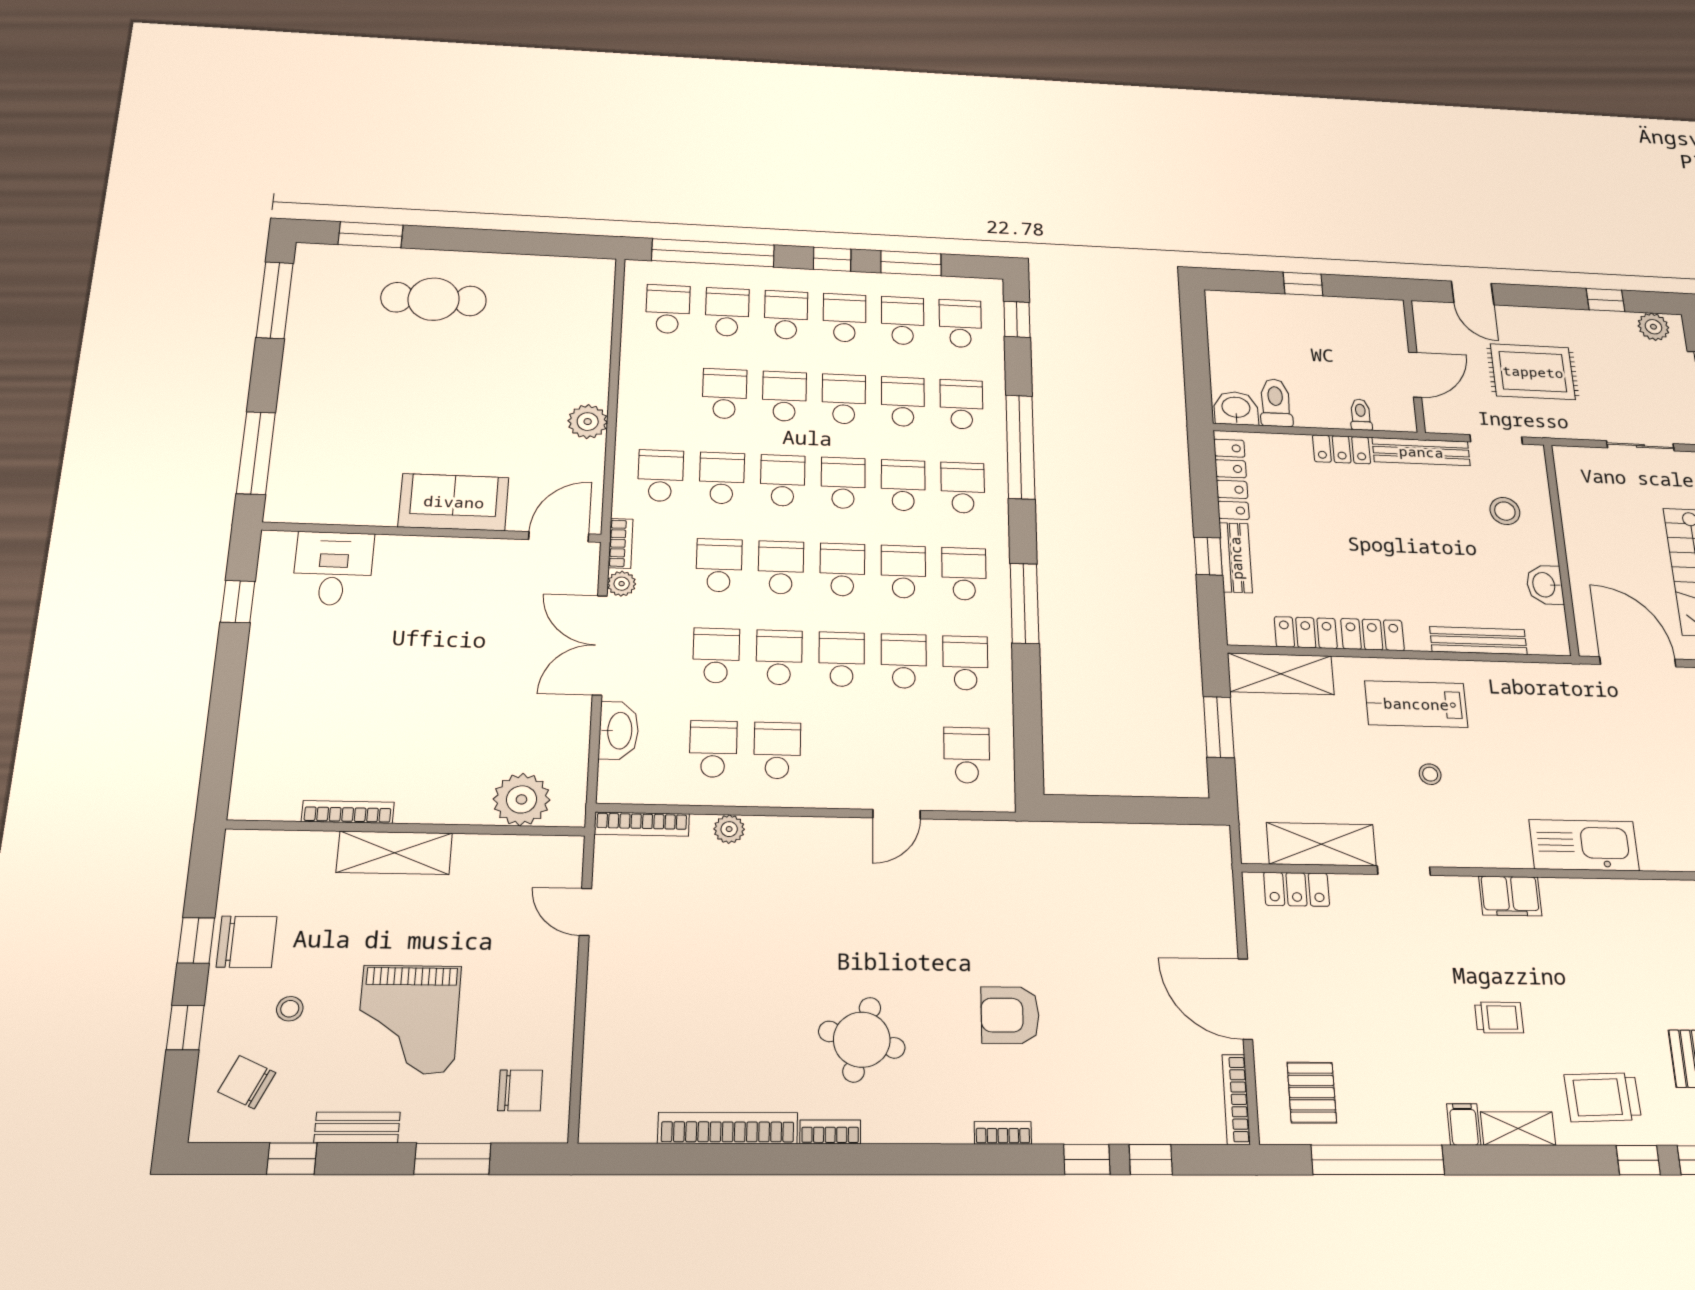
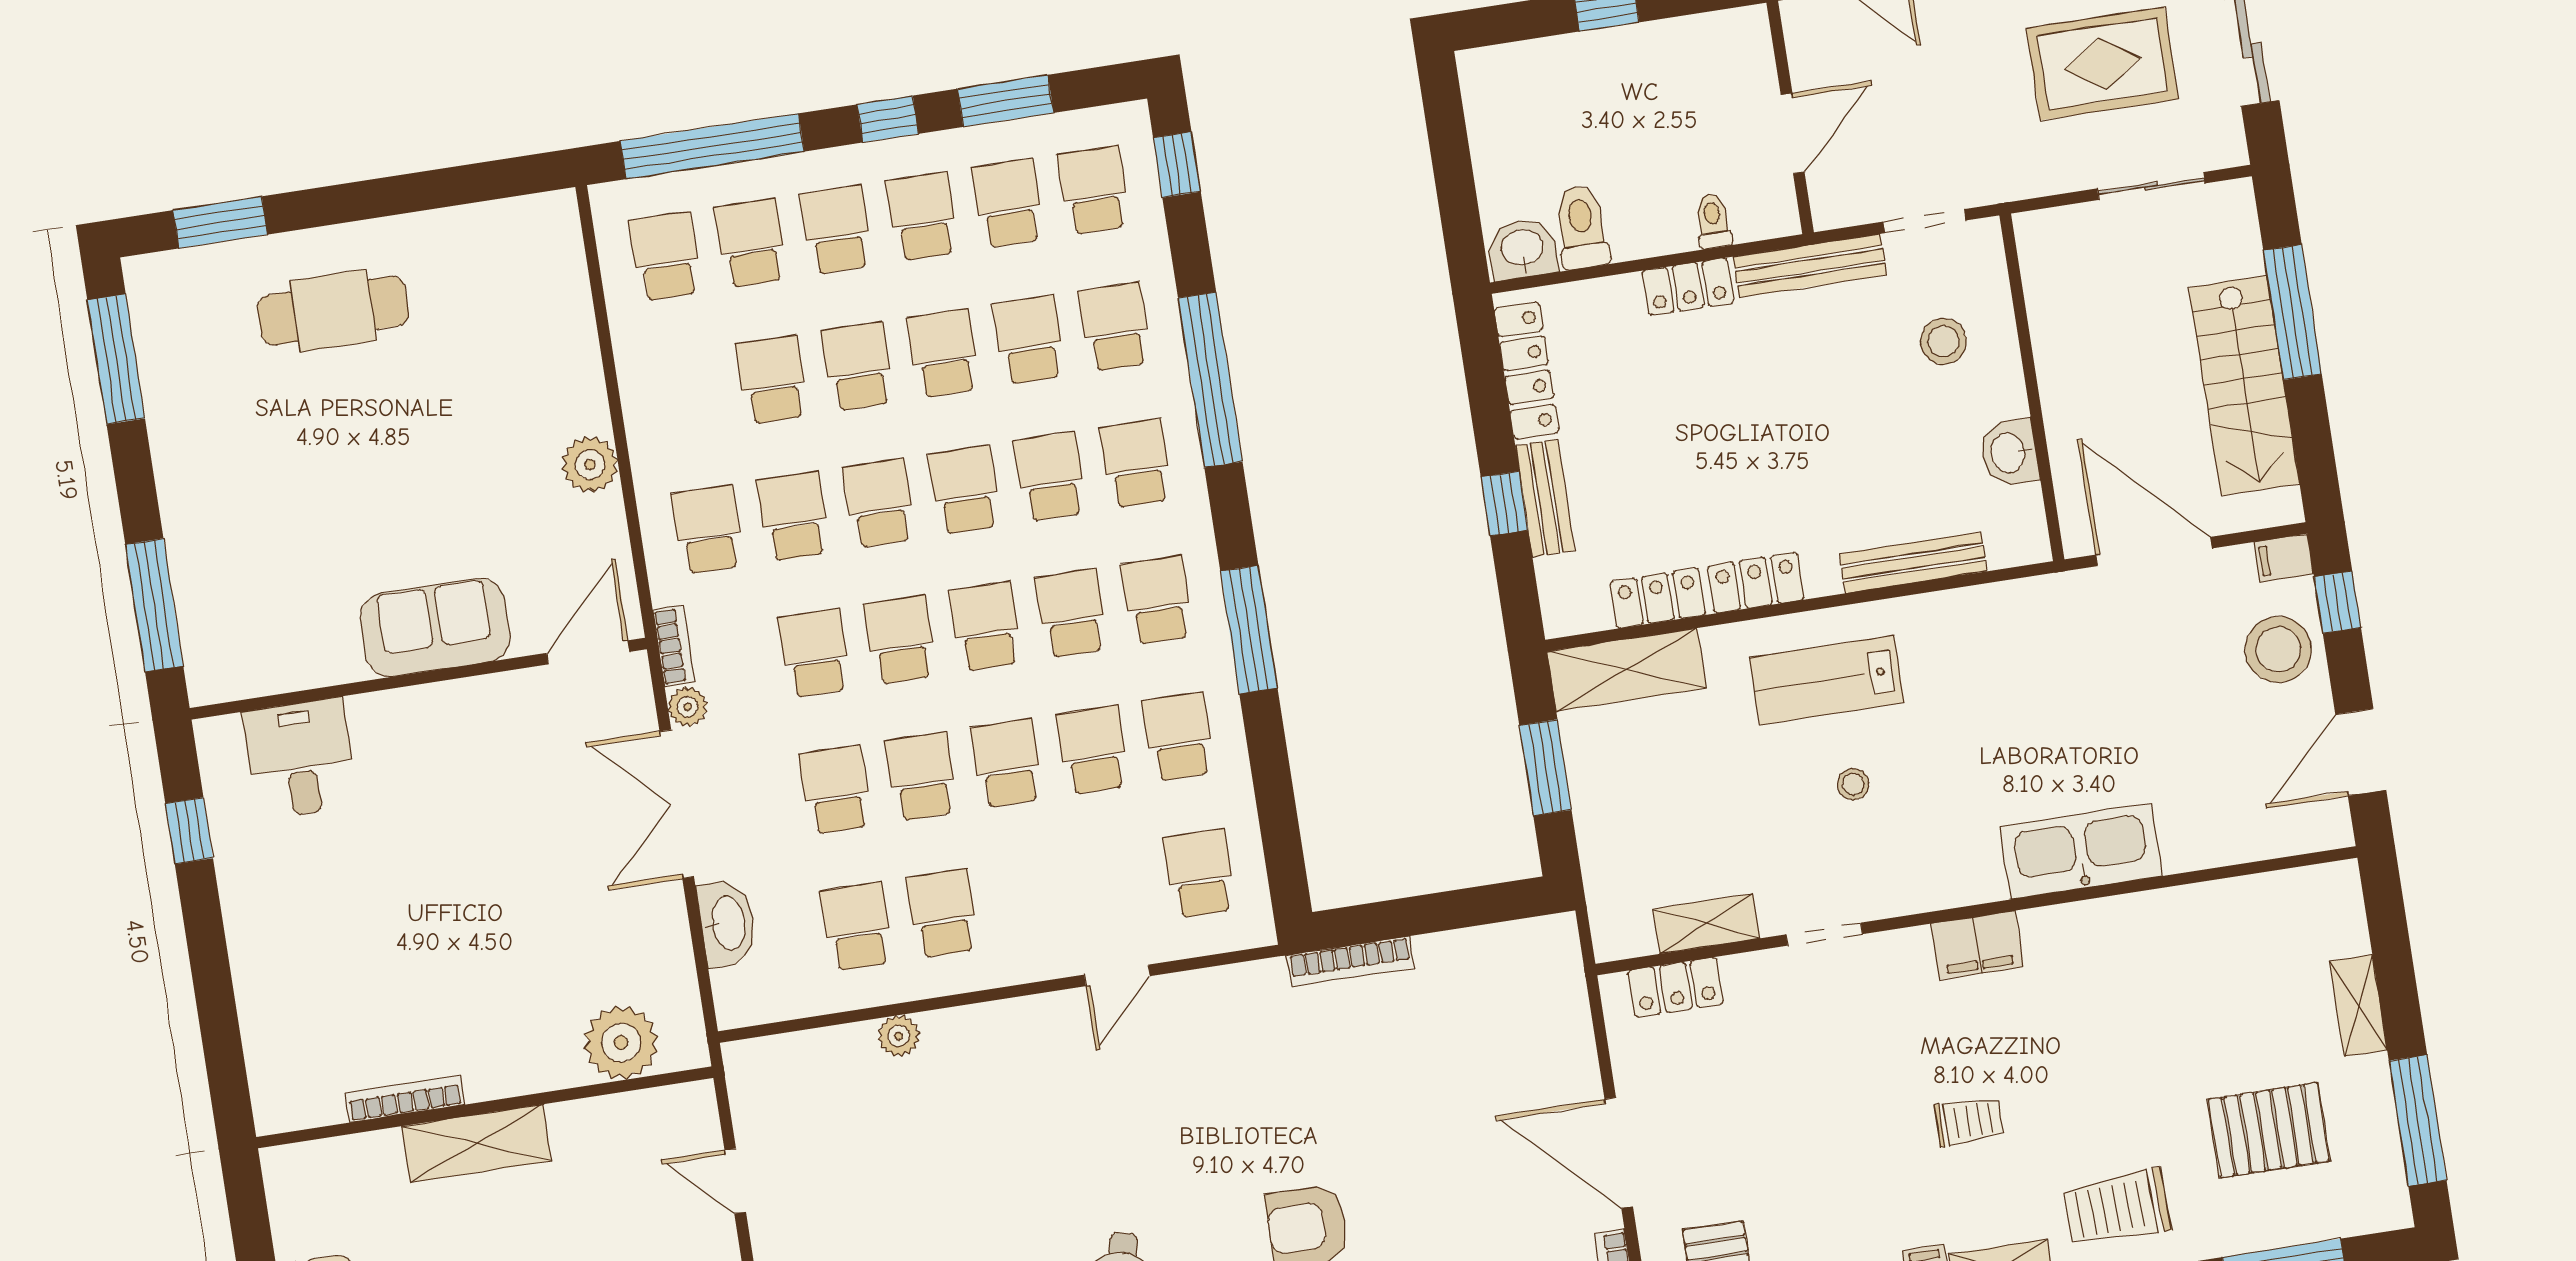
rug: (1533, 372) -> (2102, 64), moved
bookcase: (642, 824) -> (1350, 961), moved
shelving: (1321, 844) -> (1706, 924), width x0.67, depth x0.75

